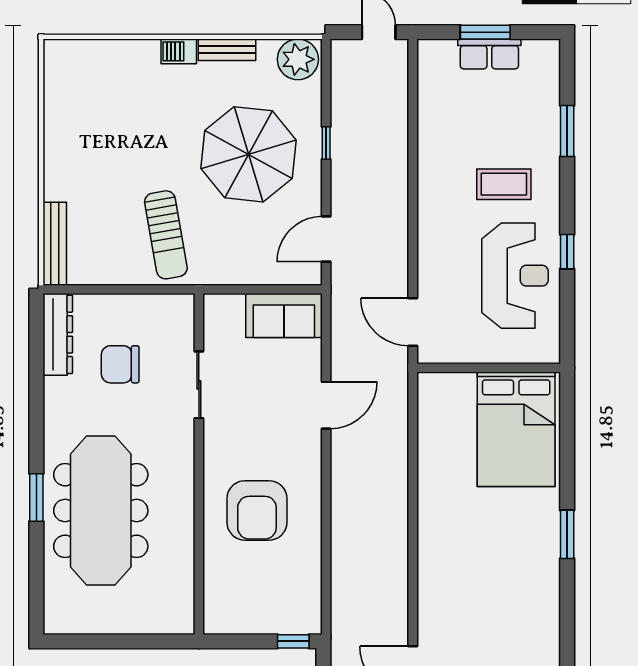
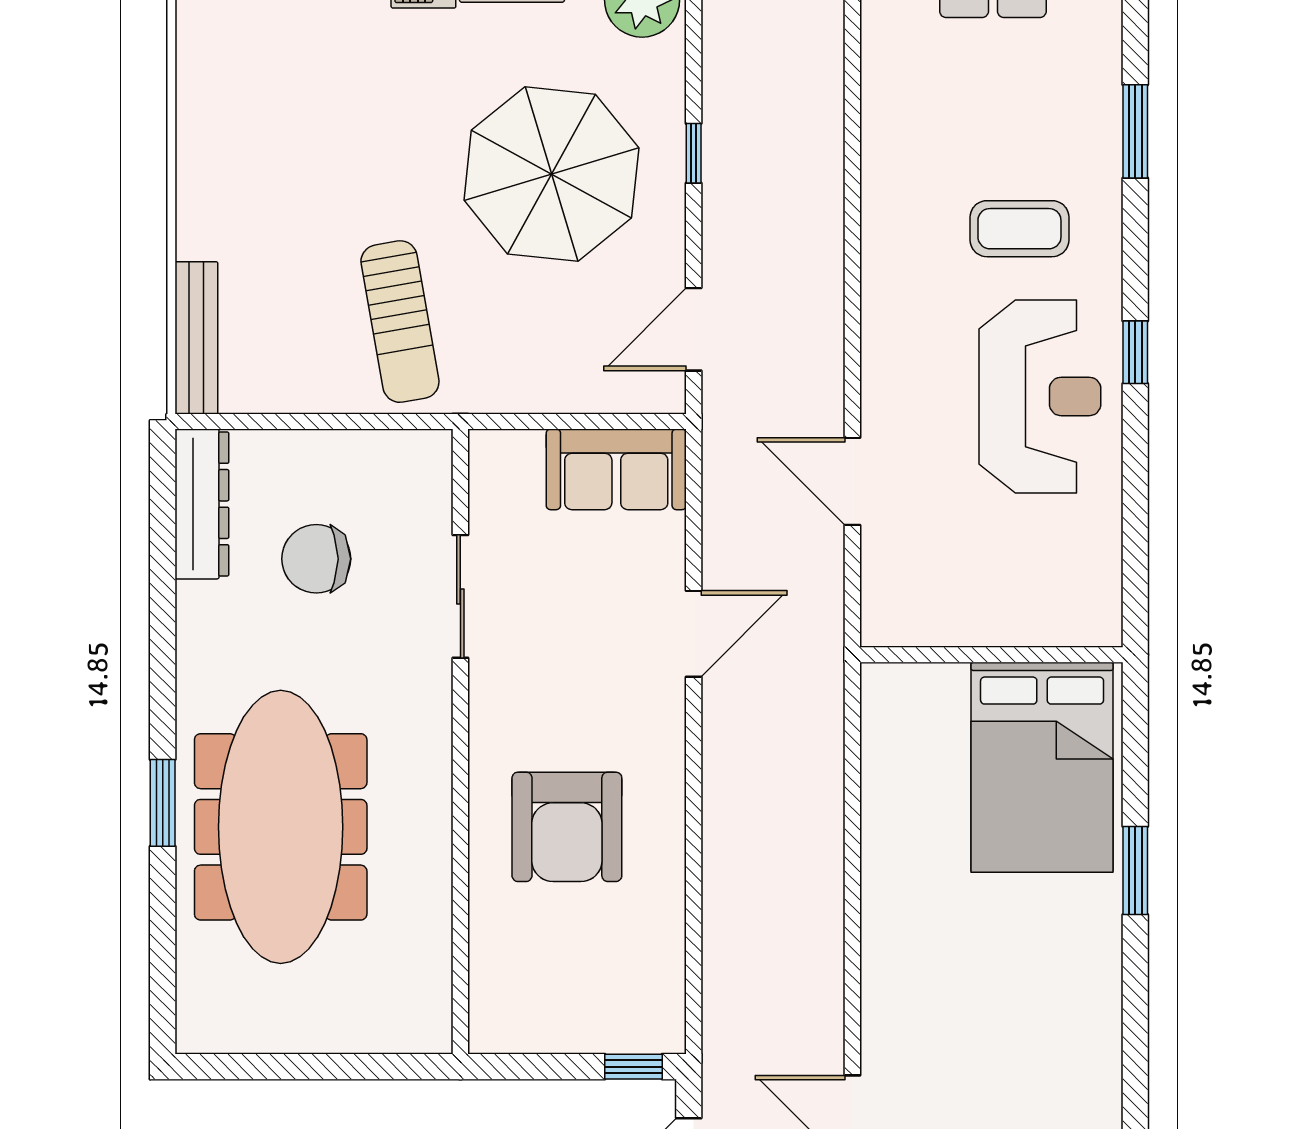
wall: (489, 368) -> (991, 655), moved
bed: (516, 429) -> (1042, 767), moved

